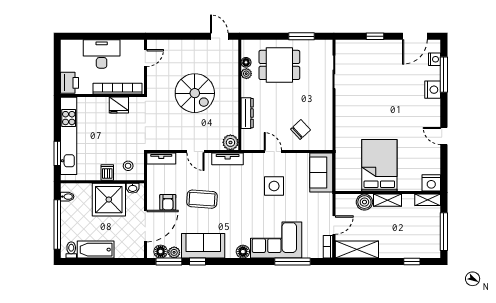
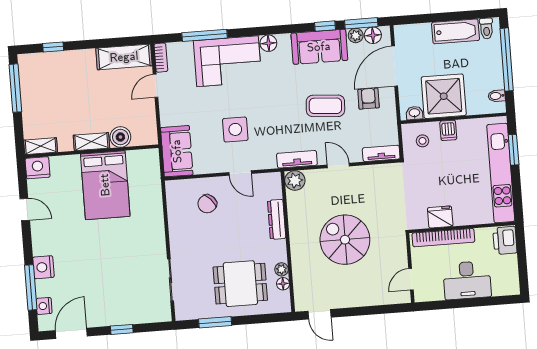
bed: (379, 165) -> (105, 185), moved
nightstand: (431, 183) -> (38, 168), moved
wall: (388, 193) -> (92, 151), moved
shelving: (388, 200) -> (91, 142), moved
shelving: (428, 200) -> (41, 146), moved
boiler: (364, 202) -> (120, 137), moved

